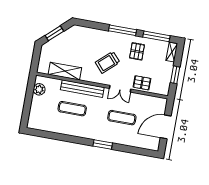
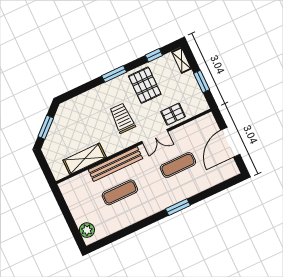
window: (123, 30) -> (114, 74), width x0.69
window: (156, 36) -> (154, 55), width x0.46
pallet: (137, 51) -> (145, 85), width x1.50, depth x1.42
trolley: (108, 62) -> (122, 118), turned 132
plant: (39, 89) -> (87, 230), moved

